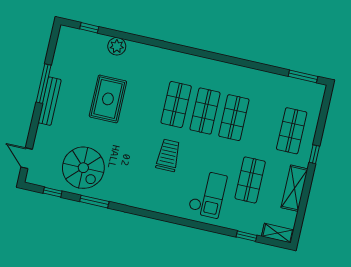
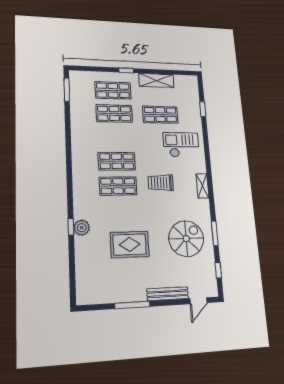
window: (89, 28) -> (71, 227), moved
plant: (117, 46) -> (82, 228), moved
bench: (50, 101) -> (168, 294), moved
shop shelf: (234, 118) -> (114, 113), moved
spiral stairs: (83, 168) -> (186, 239), moved
shelving: (278, 233) -> (202, 186), moved

